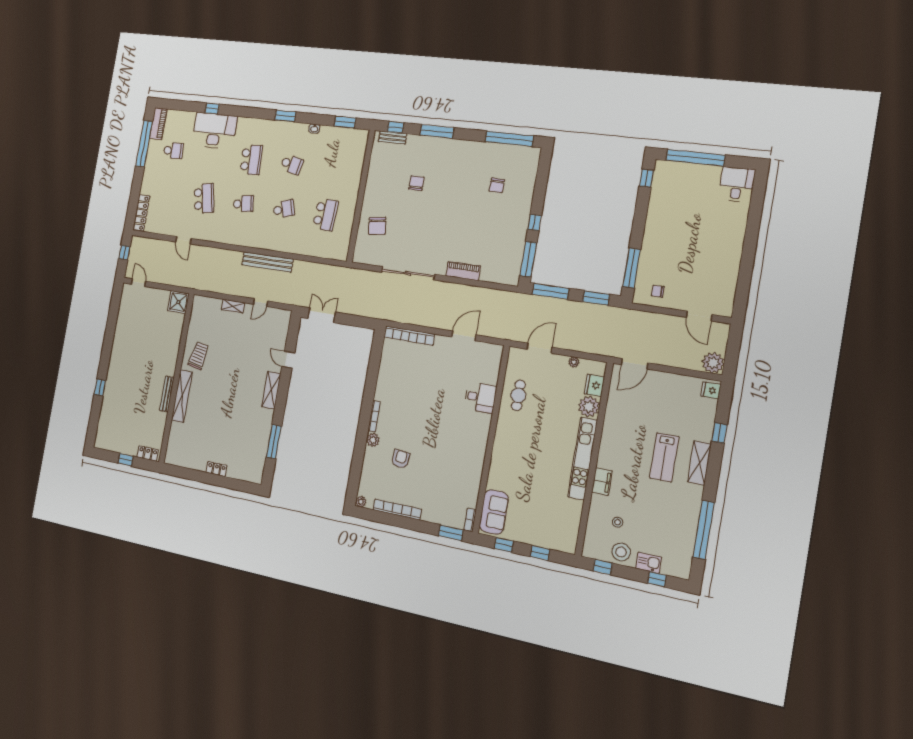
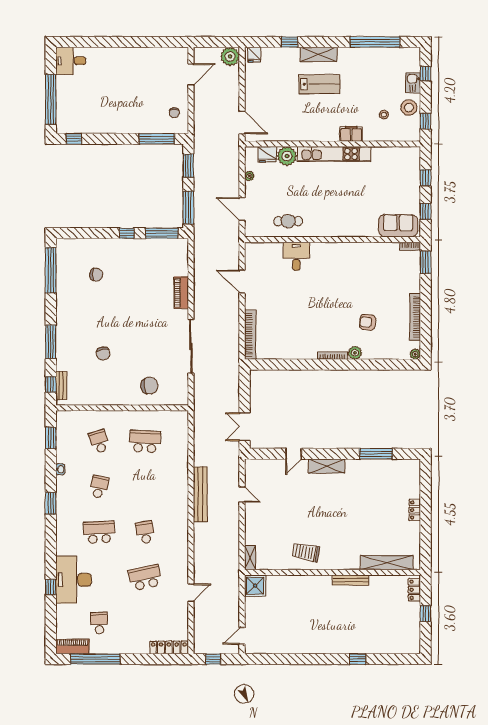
chair: (416, 183) -> (103, 354), turned -99
school desk: (284, 209) -> (99, 441), moved
shelving: (233, 306) -> (250, 558), moved
shelving: (182, 396) -> (387, 563), moved

